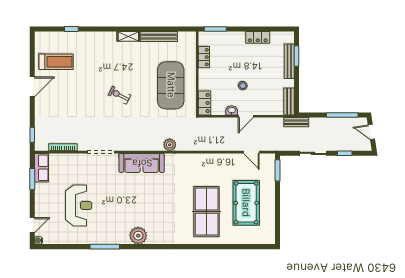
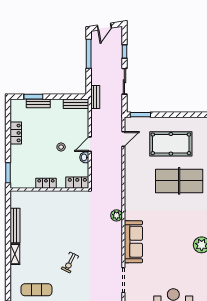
locker: (204, 57) -> (46, 183), moved
bench: (289, 61) -> (38, 103), width x0.73
exercise mat: (171, 85) -> (36, 290), moved, width x0.50, depth x0.69
door: (246, 116) -> (90, 144), swing flipped

